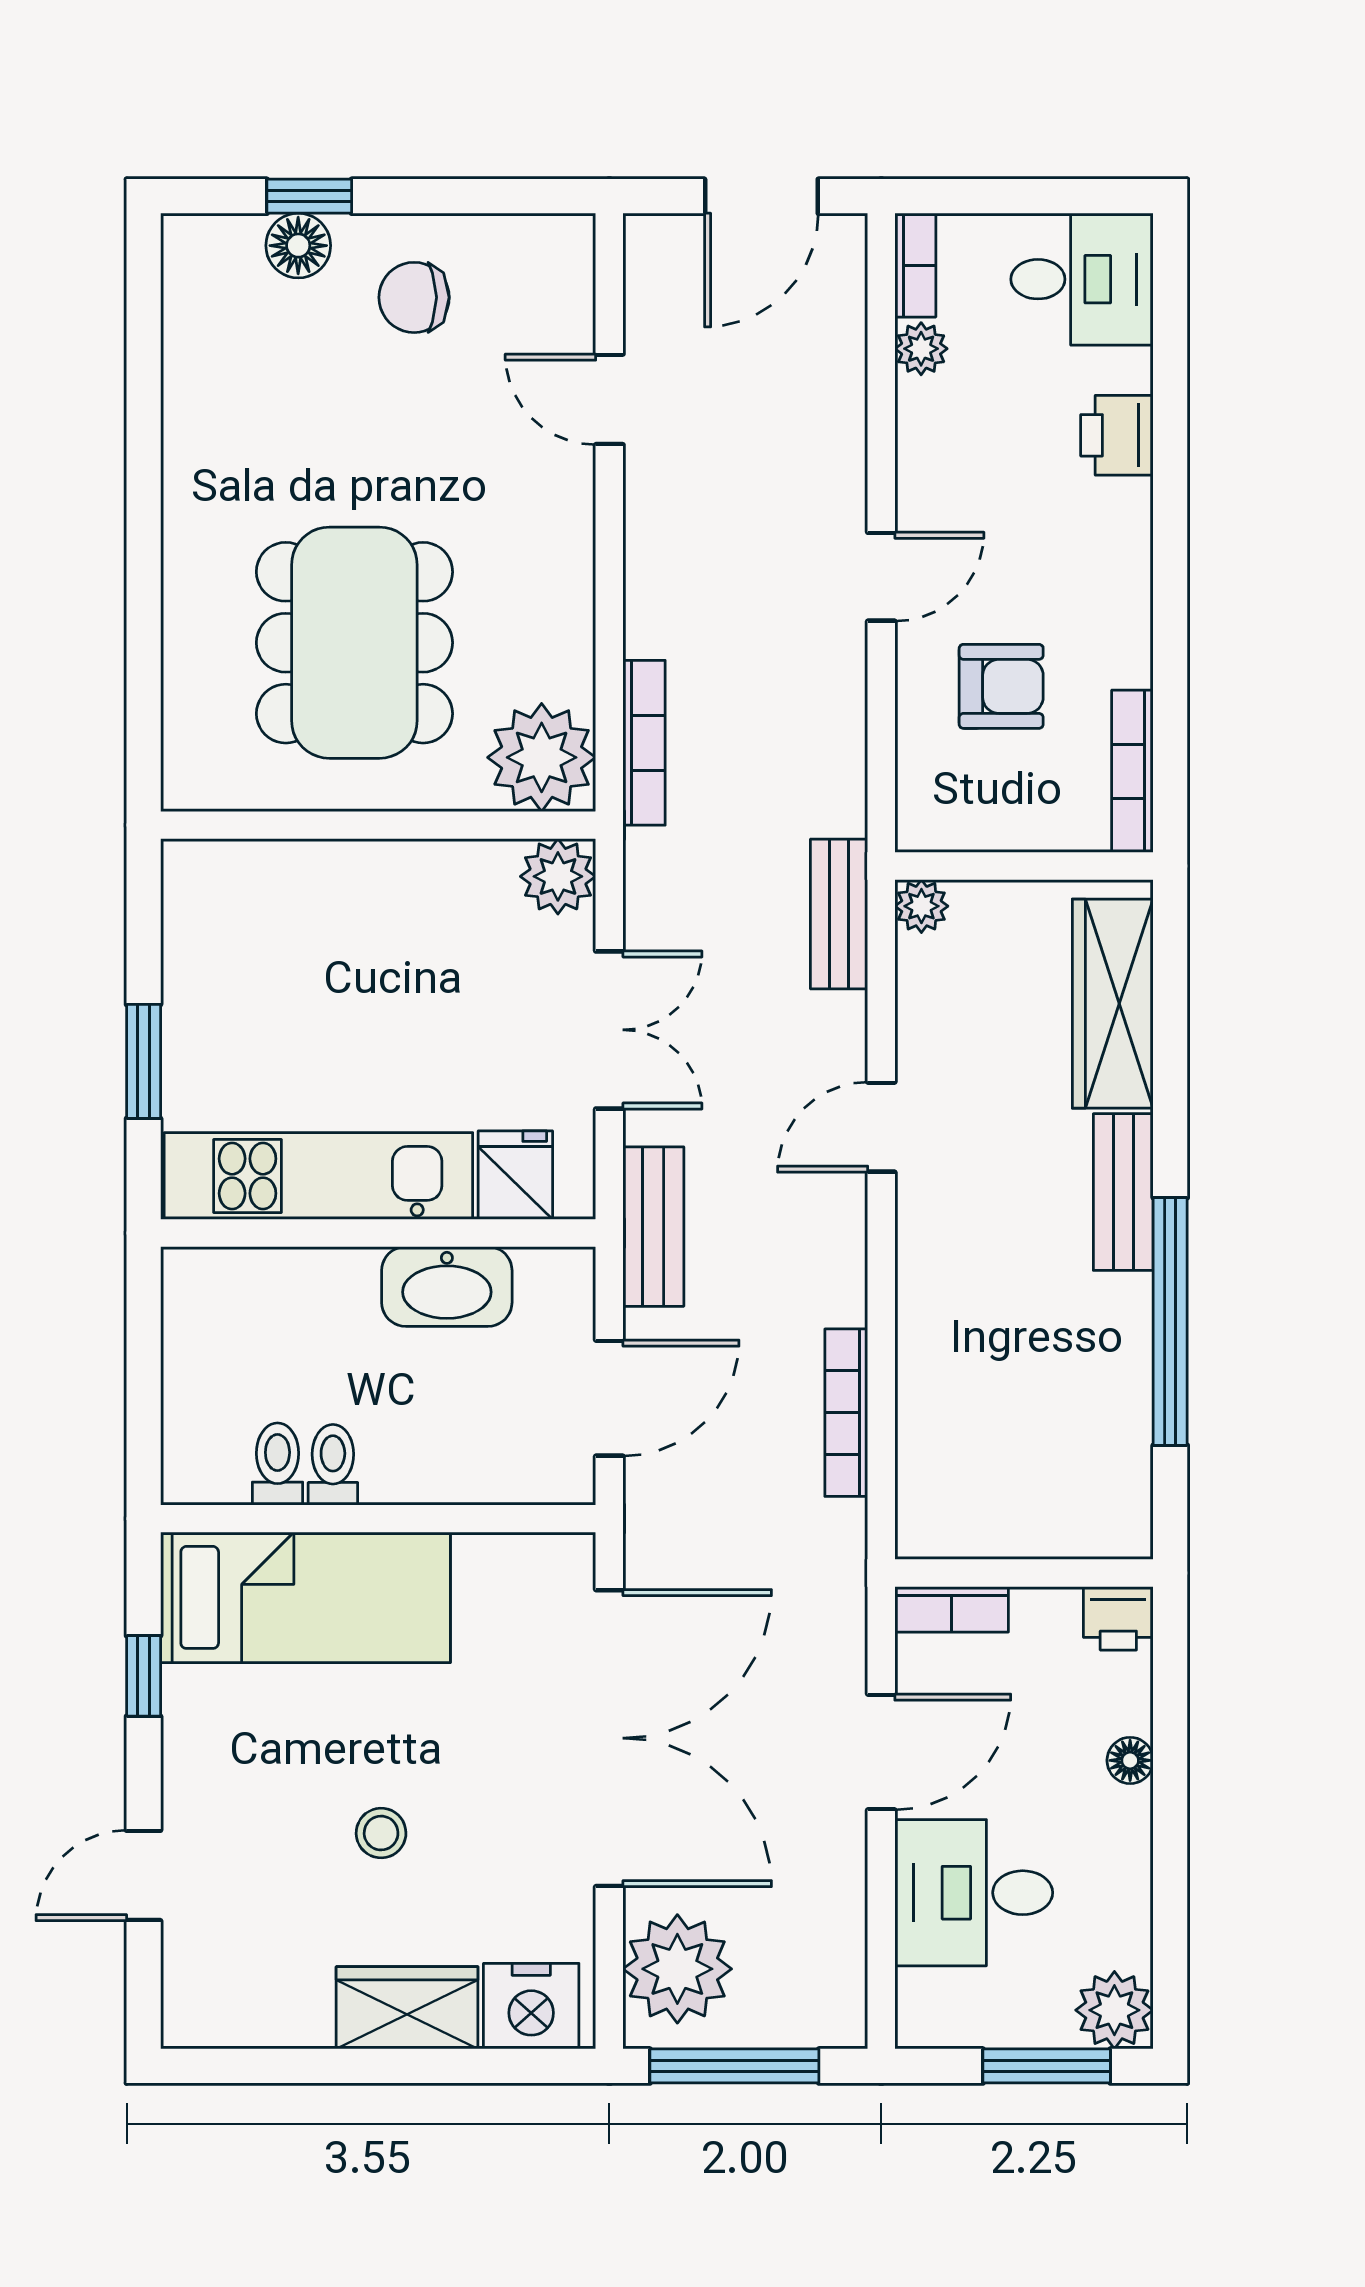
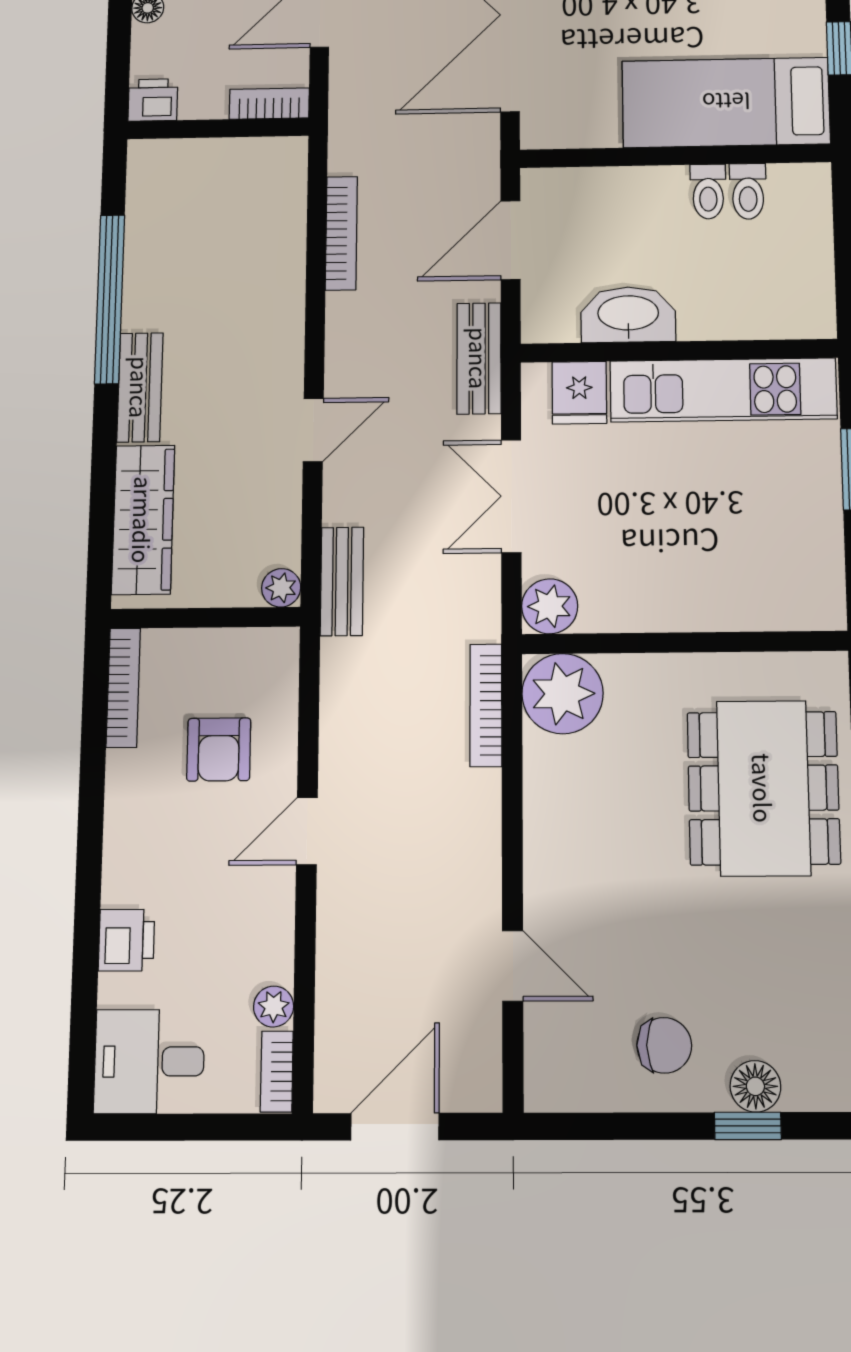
dining table: (354, 643) -> (763, 788), moved
armchair: (1001, 686) -> (219, 749), turned -90

